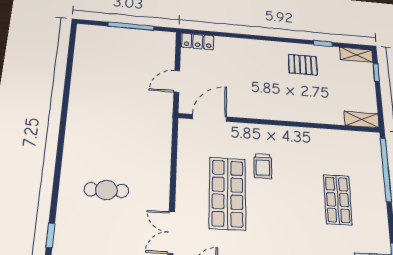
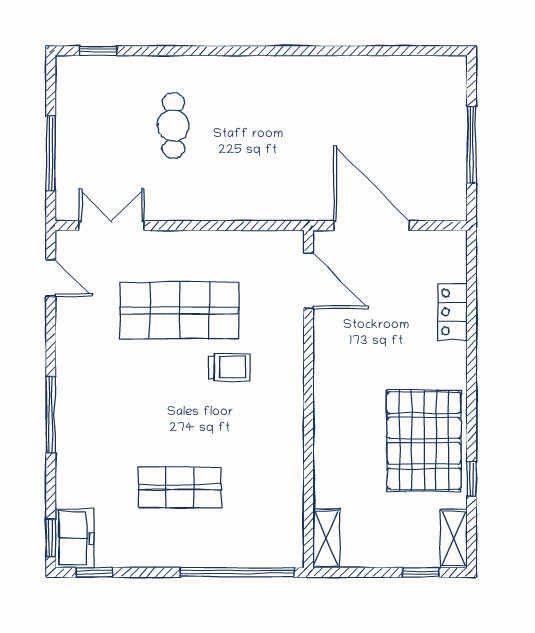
locker: (198, 41) -> (453, 312), moved
pallet: (303, 65) -> (424, 441), width x2.05, depth x2.00
door: (177, 81) -> (372, 226), width x1.88
trolley: (263, 166) -> (229, 367), turned 180

